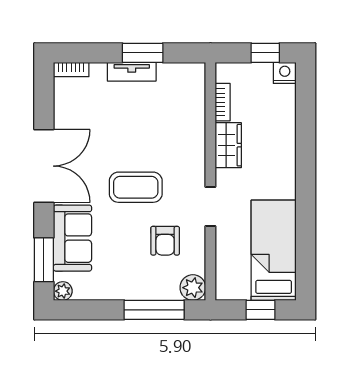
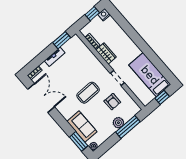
window: (143, 53) -> (62, 40), moved
double door: (44, 166) -> (41, 98), moved
plant: (193, 288) -> (118, 123), moved

